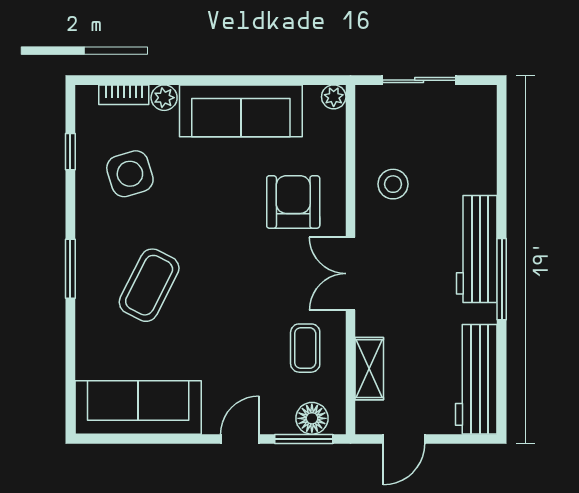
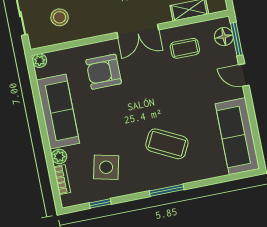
side table: (130, 174) -> (106, 167), turned 30
stool: (393, 184) -> (60, 17), moved

